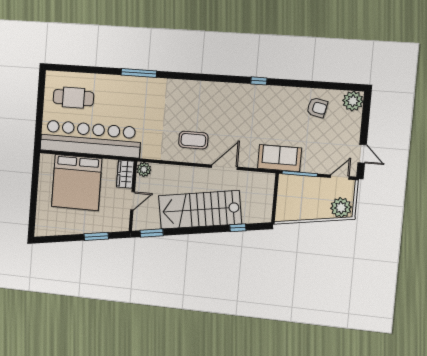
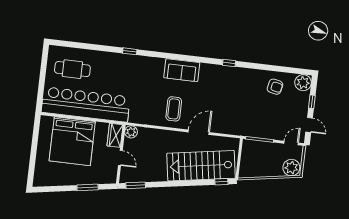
window: (139, 73) -> (130, 51), width x0.46
window: (365, 124) -> (312, 102), added
coffee table: (193, 140) -> (174, 109), turned 90
sofa: (279, 158) -> (182, 70), moved, turned 180
door: (133, 201) -> (120, 158), hinge flipped
stairs: (200, 210) -> (201, 166), moved
window: (238, 228) -> (221, 182), moved

